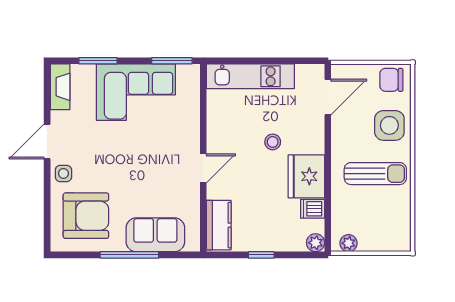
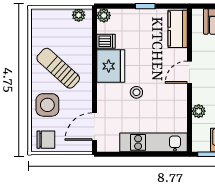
plant: (191, 117) -> (199, 111), added
sun lounger: (375, 174) -> (58, 68), turned 42

